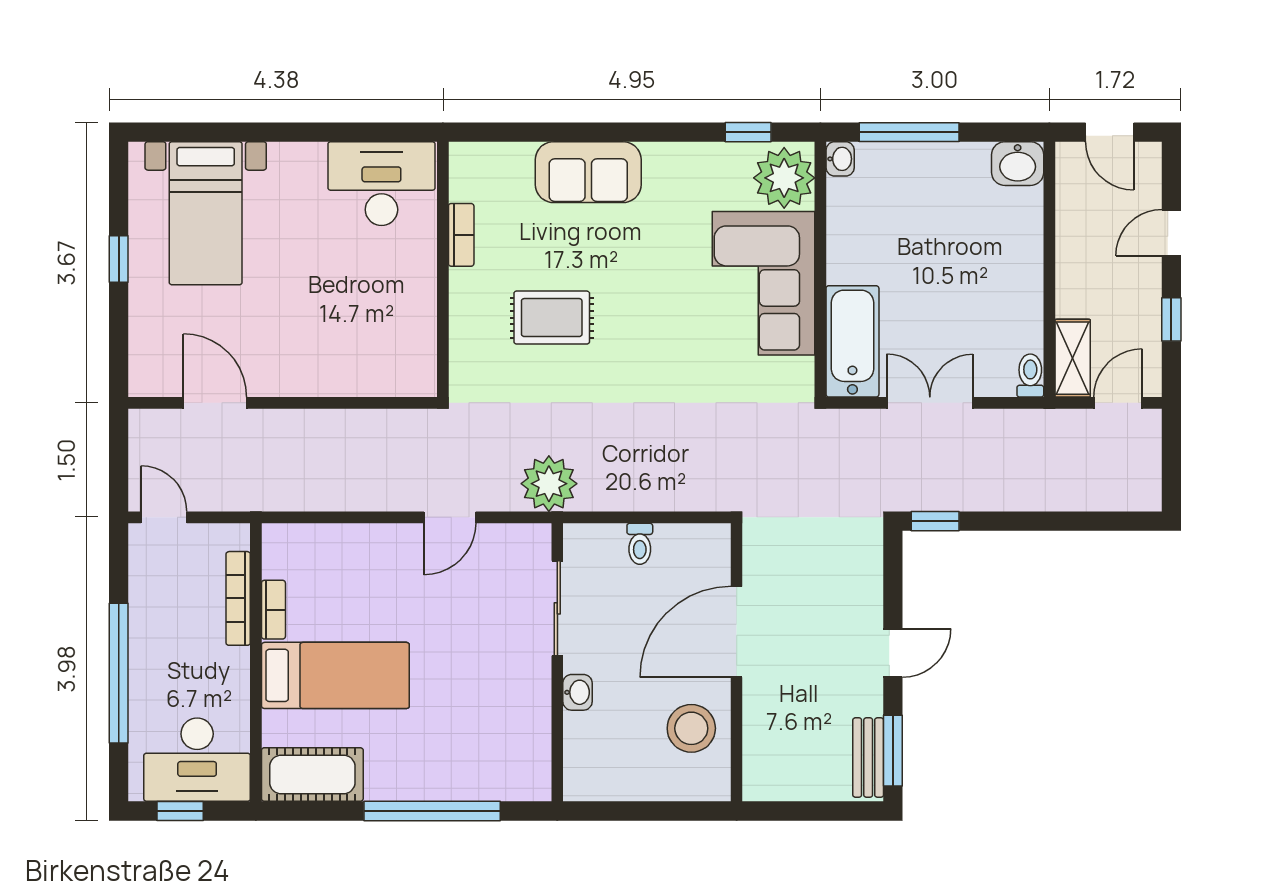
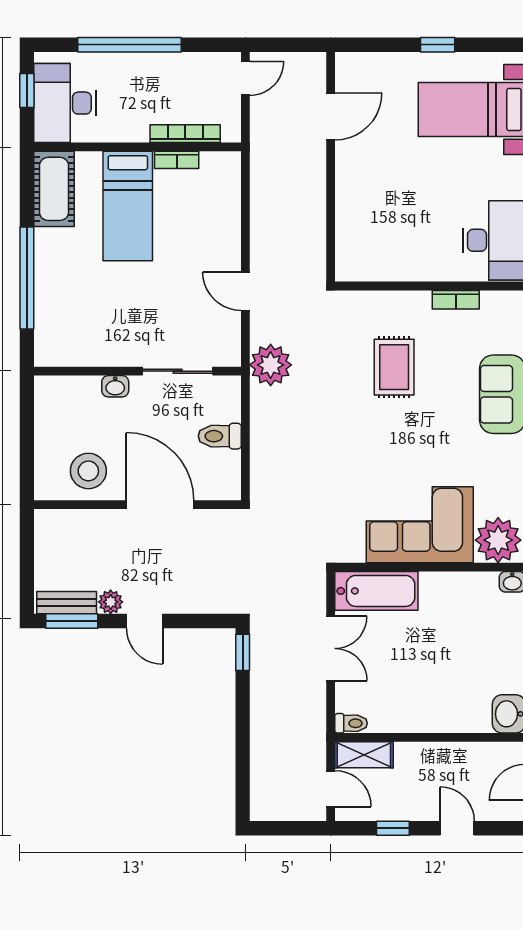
toilet: (640, 544) -> (220, 436), width x1.37, depth x1.39
plant: (867, 699) -> (111, 602), added

